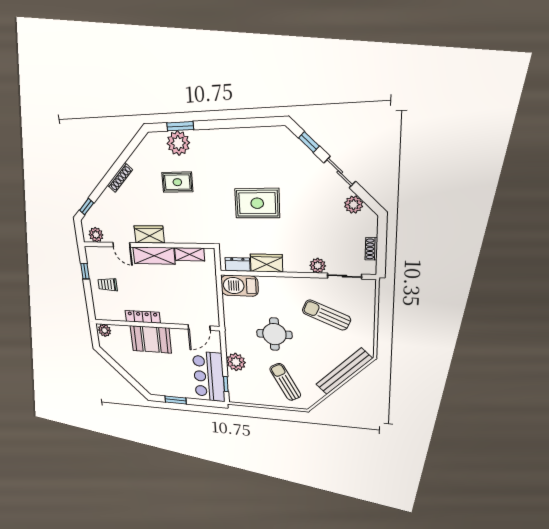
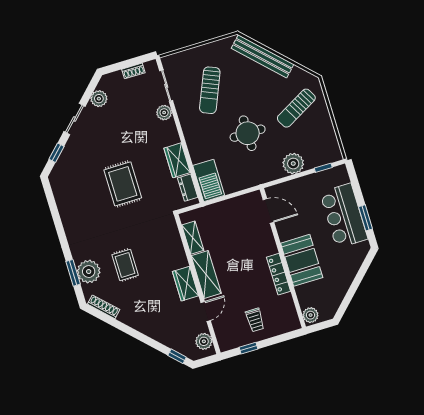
shoe rack: (120, 177) -> (104, 307), moved
bar counter: (209, 377) -> (344, 216), moved, turned 90

